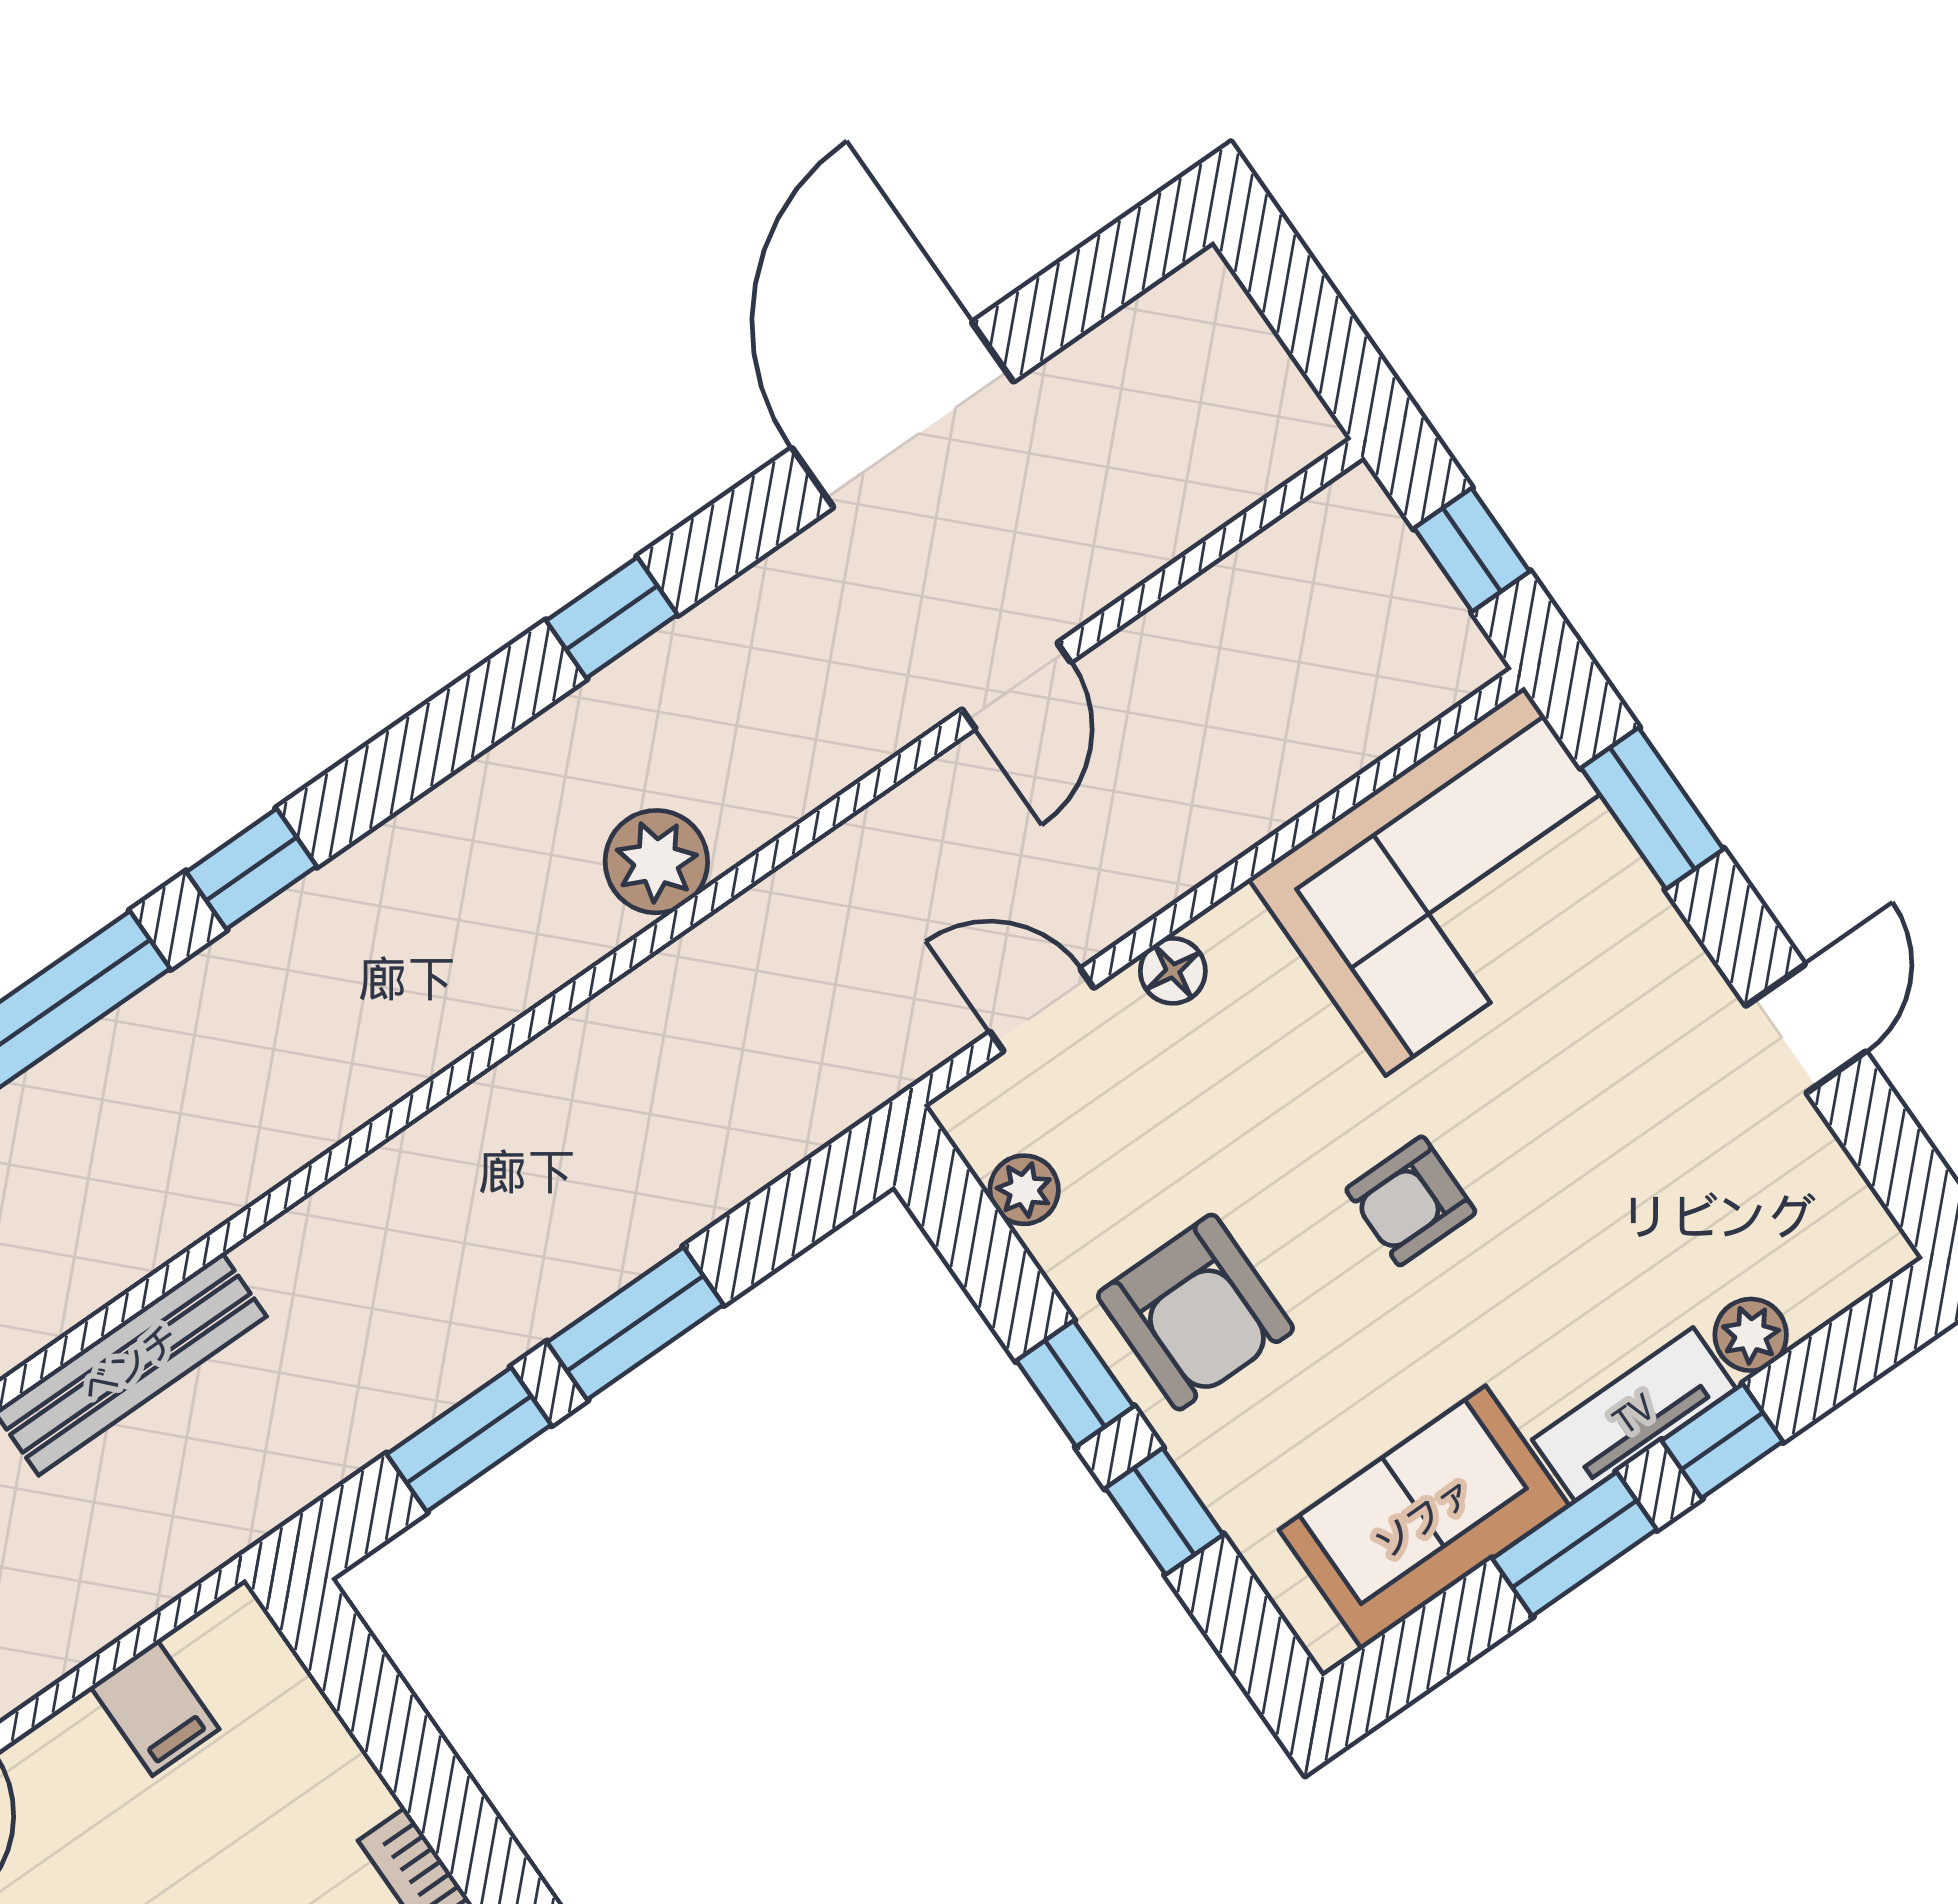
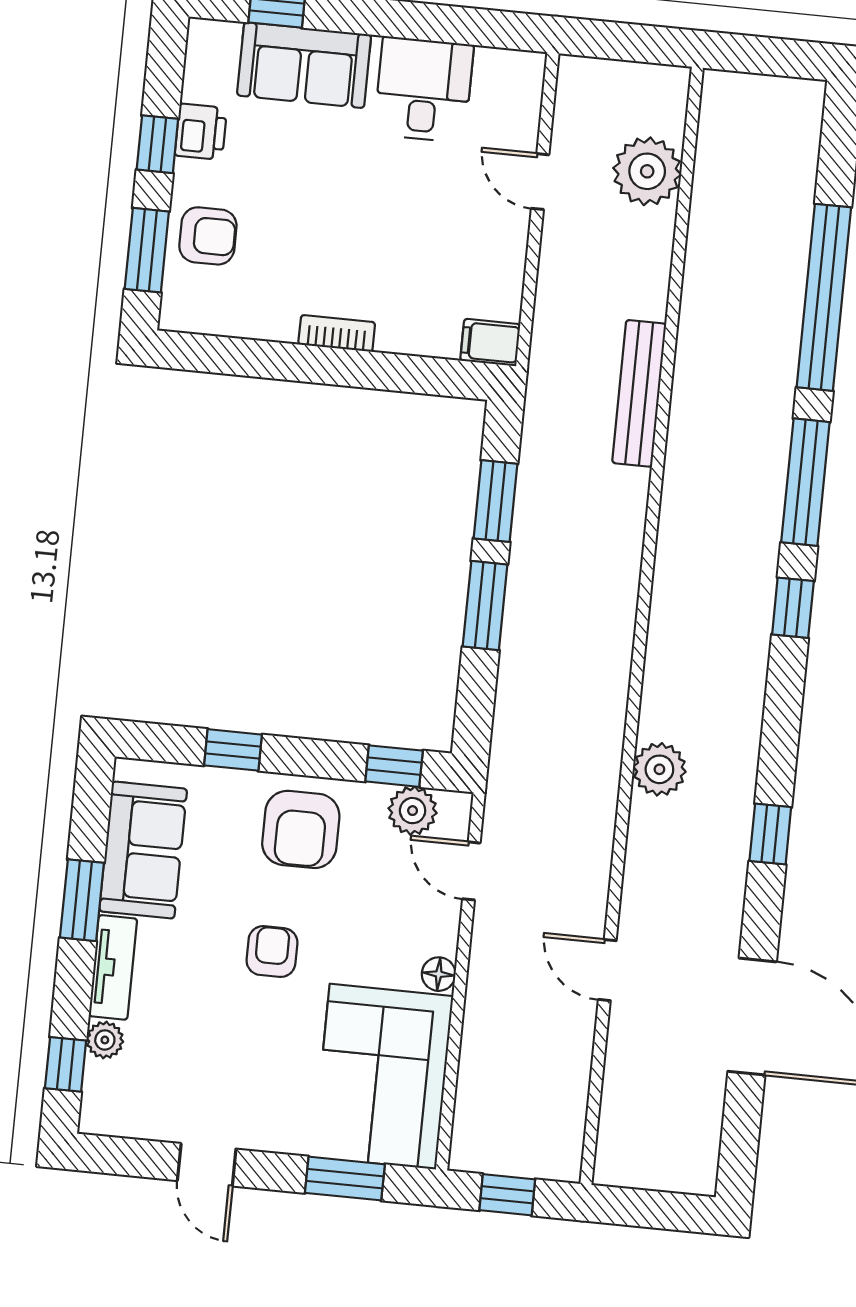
floor lamp: (1173, 971) -> (439, 974), moved
door: (1042, 1010) -> (471, 871), swing flipped
plant: (1024, 1190) -> (413, 811), width x1.38, depth x1.38
armchair: (1195, 1312) -> (301, 829), turned -90
window: (1075, 1384) -> (394, 766), moved
window: (1722, 1441) -> (66, 1064), moved
filing cabinet: (155, 1708) -> (490, 342), moved

